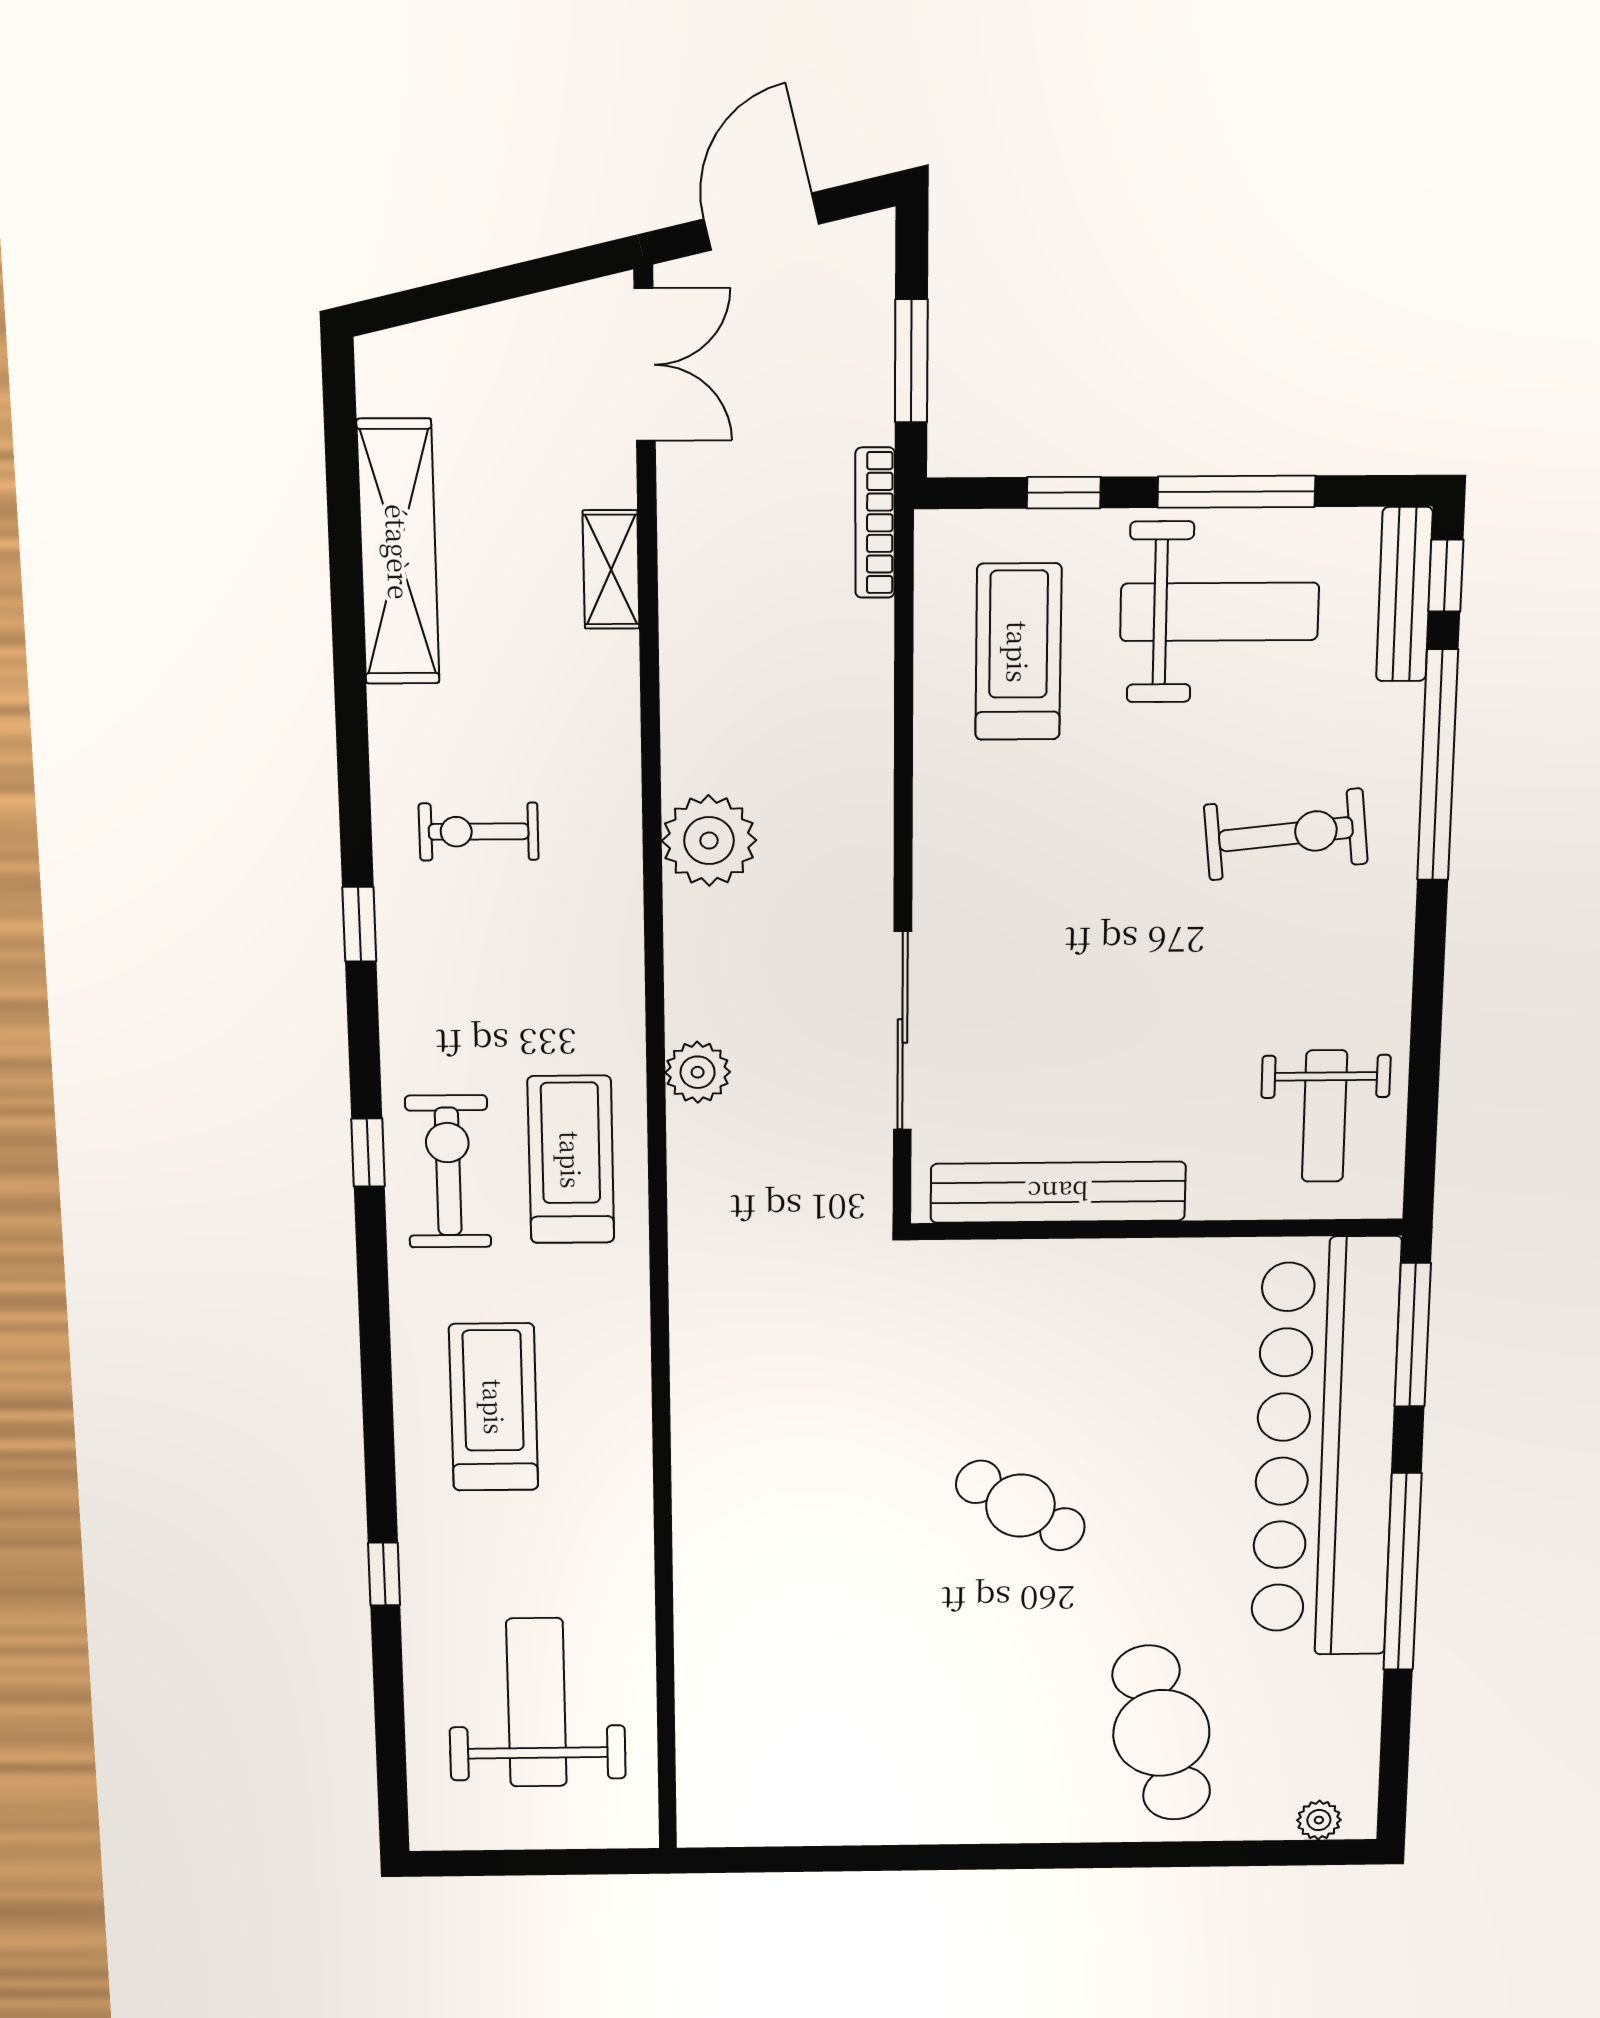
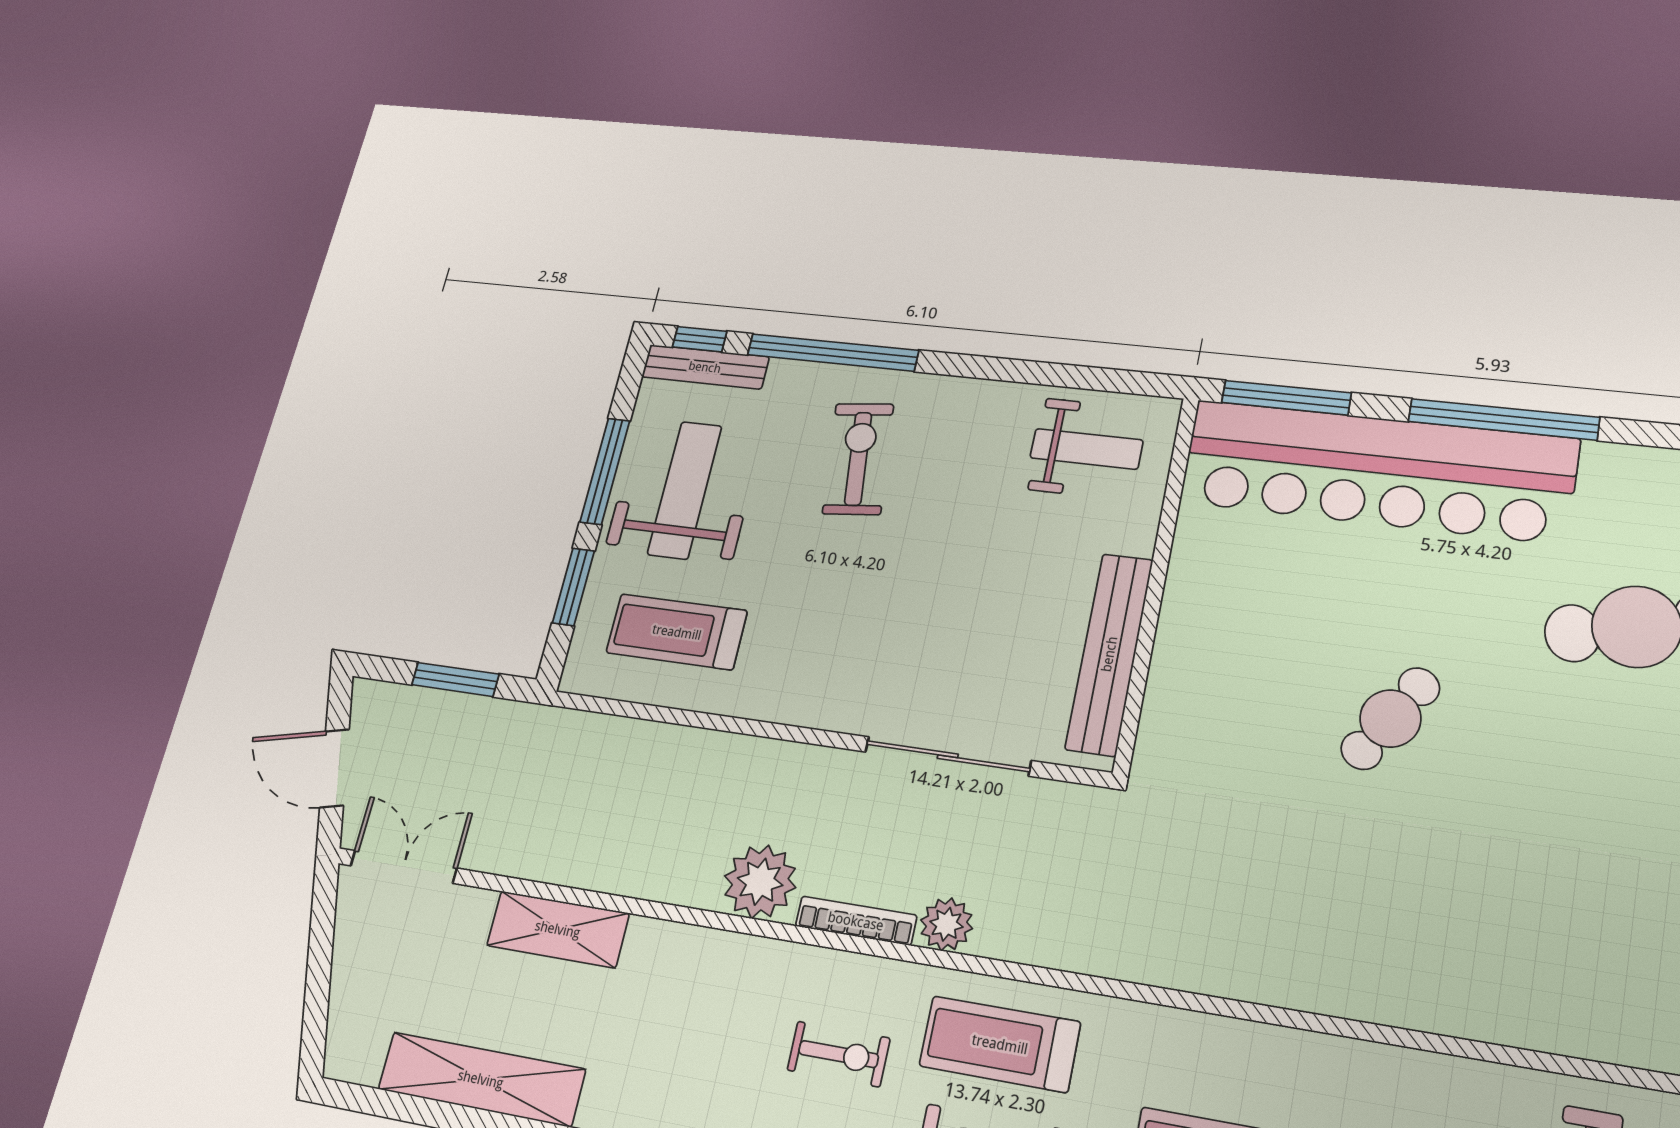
window: (1064, 493) -> (573, 587), width x1.50
bookcase: (875, 523) -> (856, 921), moved, turned 180
shelving: (611, 570) -> (558, 929), width x1.50, depth x1.33
exercise bike: (479, 832) -> (839, 1054), moved, turned -90

